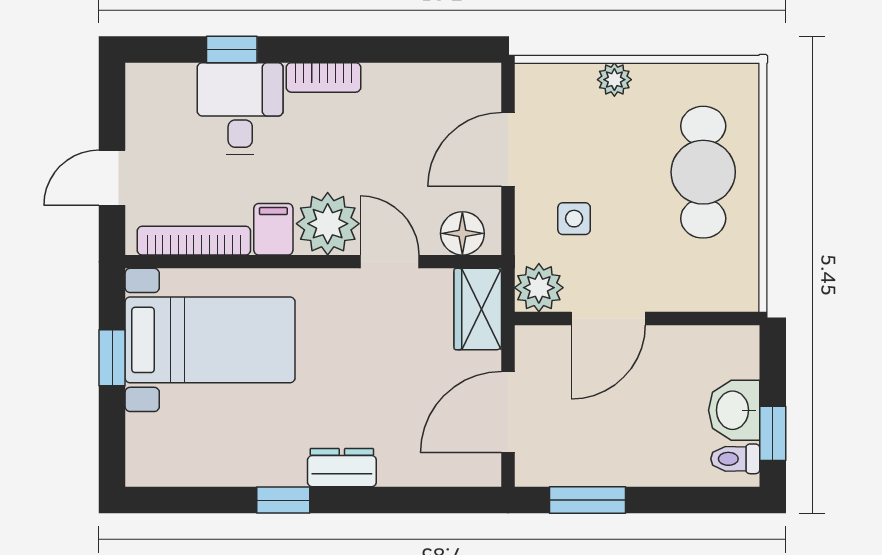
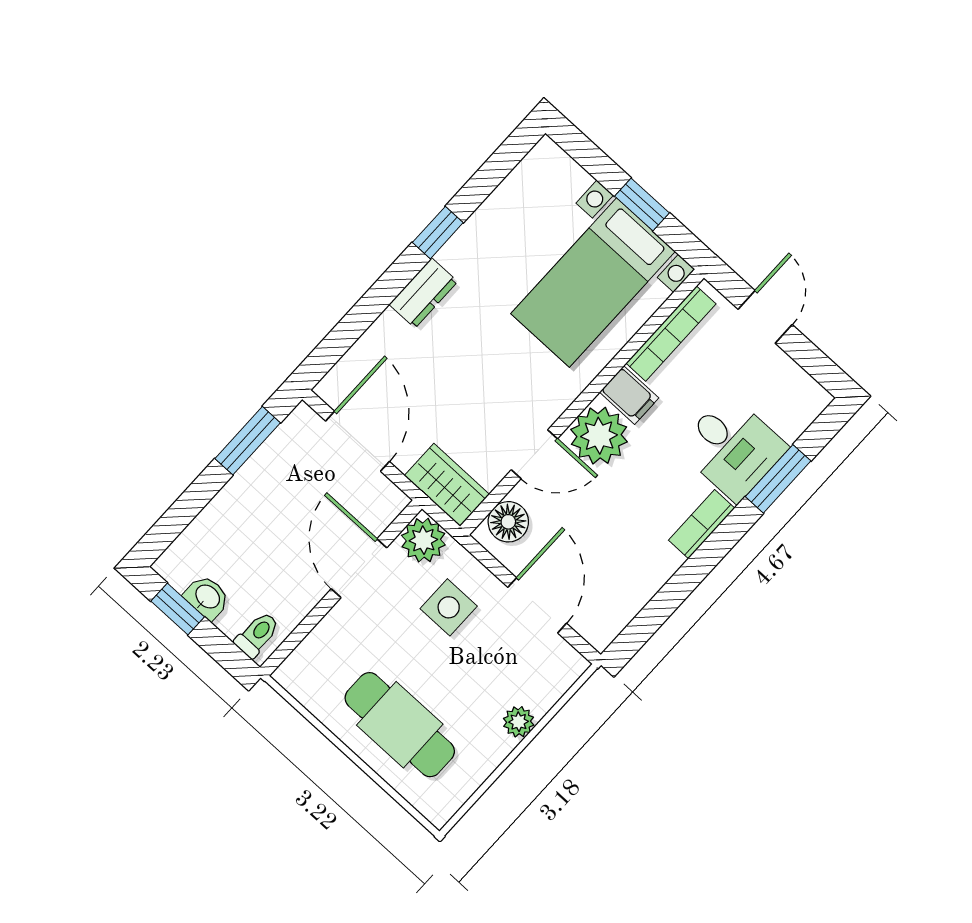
window: (232, 49) -> (778, 479), width x1.50
side table: (574, 219) -> (449, 607), width x1.37, depth x1.37
washbasin: (734, 410) -> (207, 597), width x0.72, depth x0.69
toilet: (735, 459) -> (257, 635), moved

